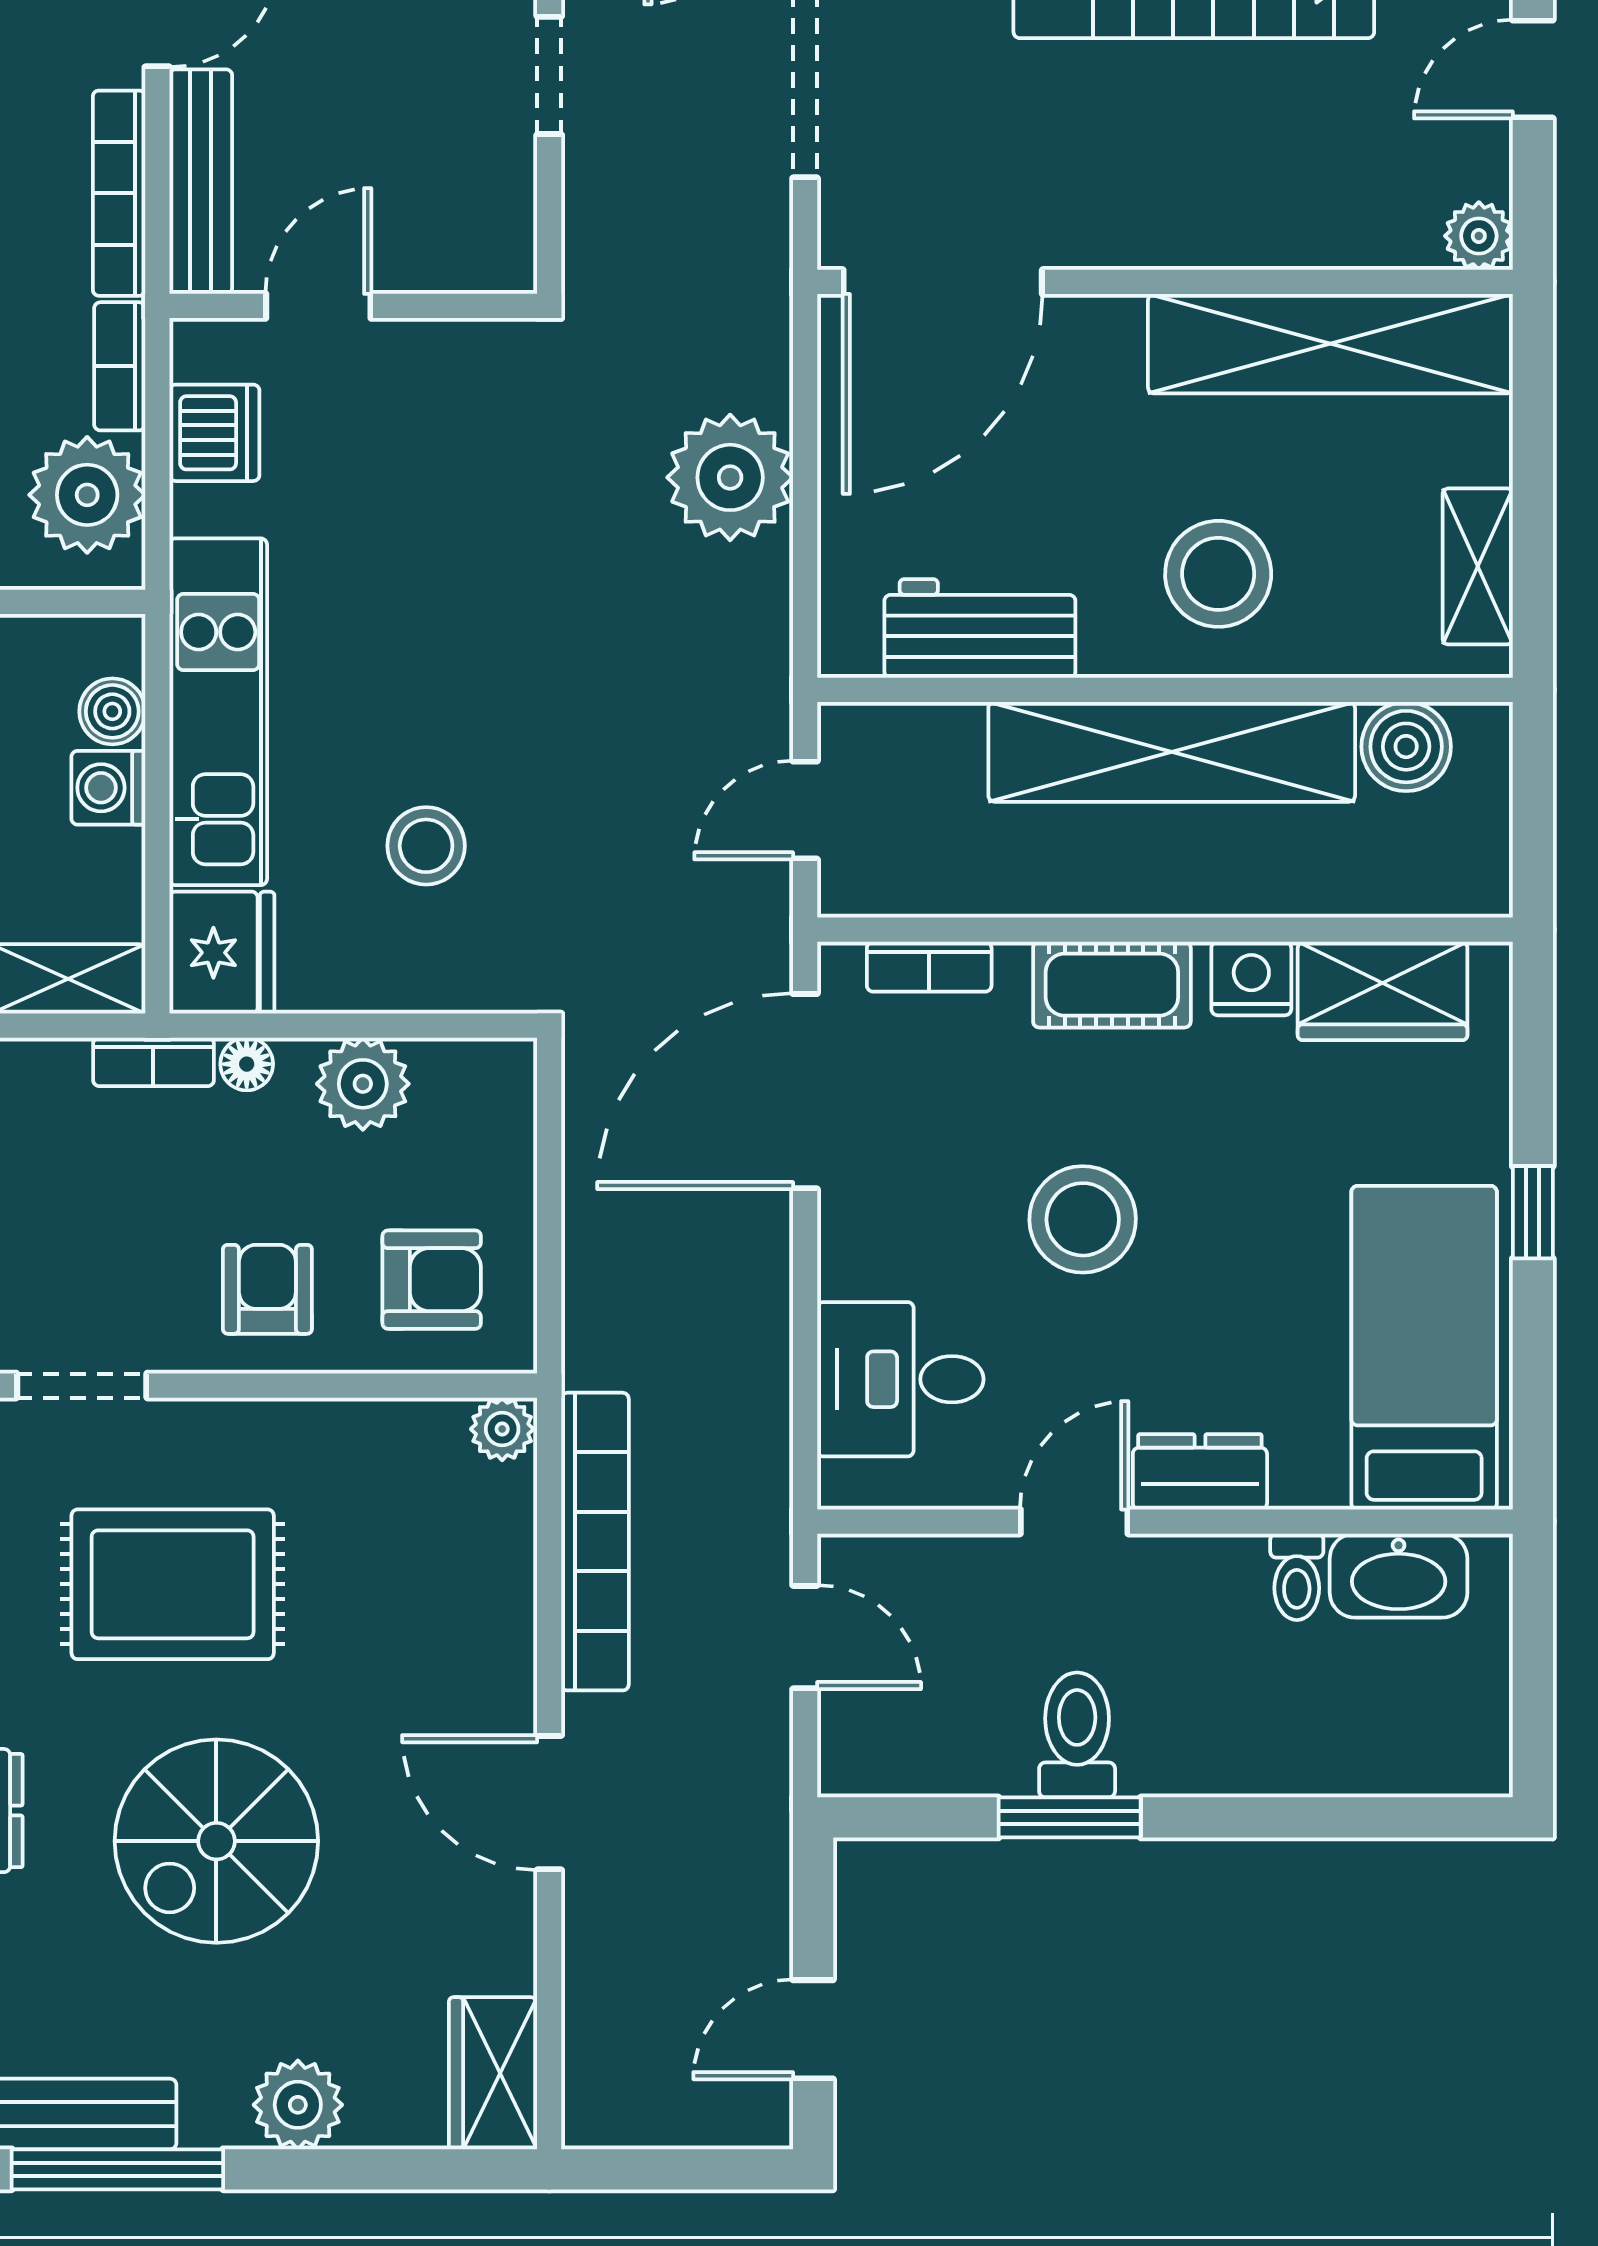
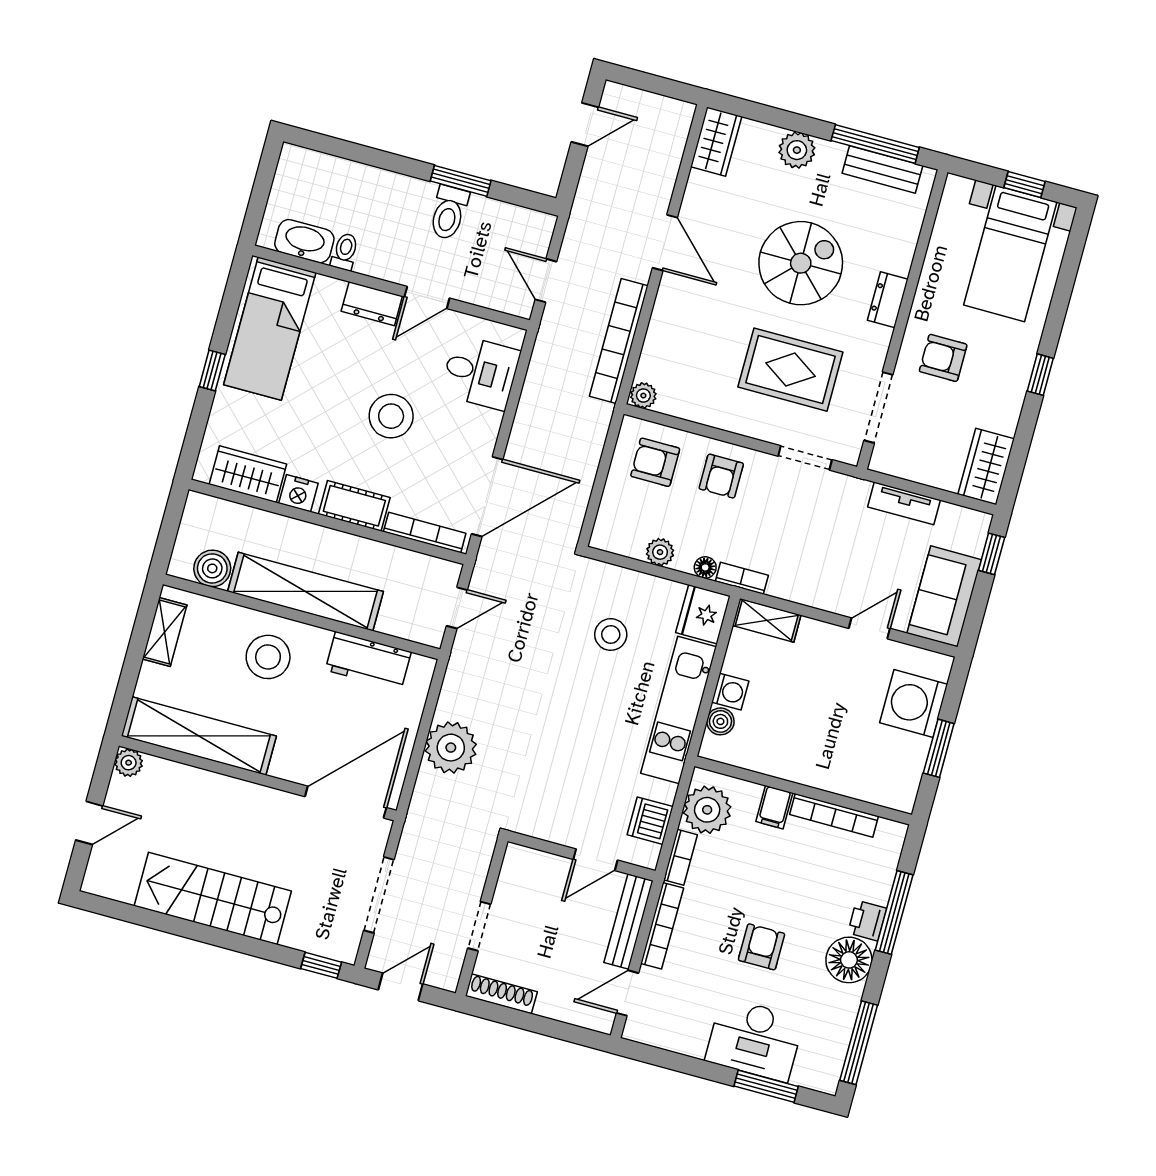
bookcase: (929, 967) -> (425, 533), width x1.56
plant: (363, 1084) -> (660, 552), width x0.73, depth x0.73

